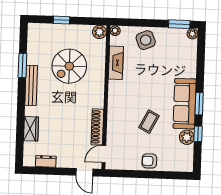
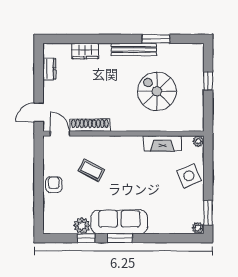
plant: (99, 32) -> (196, 124), removed
coffee table: (149, 122) -> (91, 170), moved

